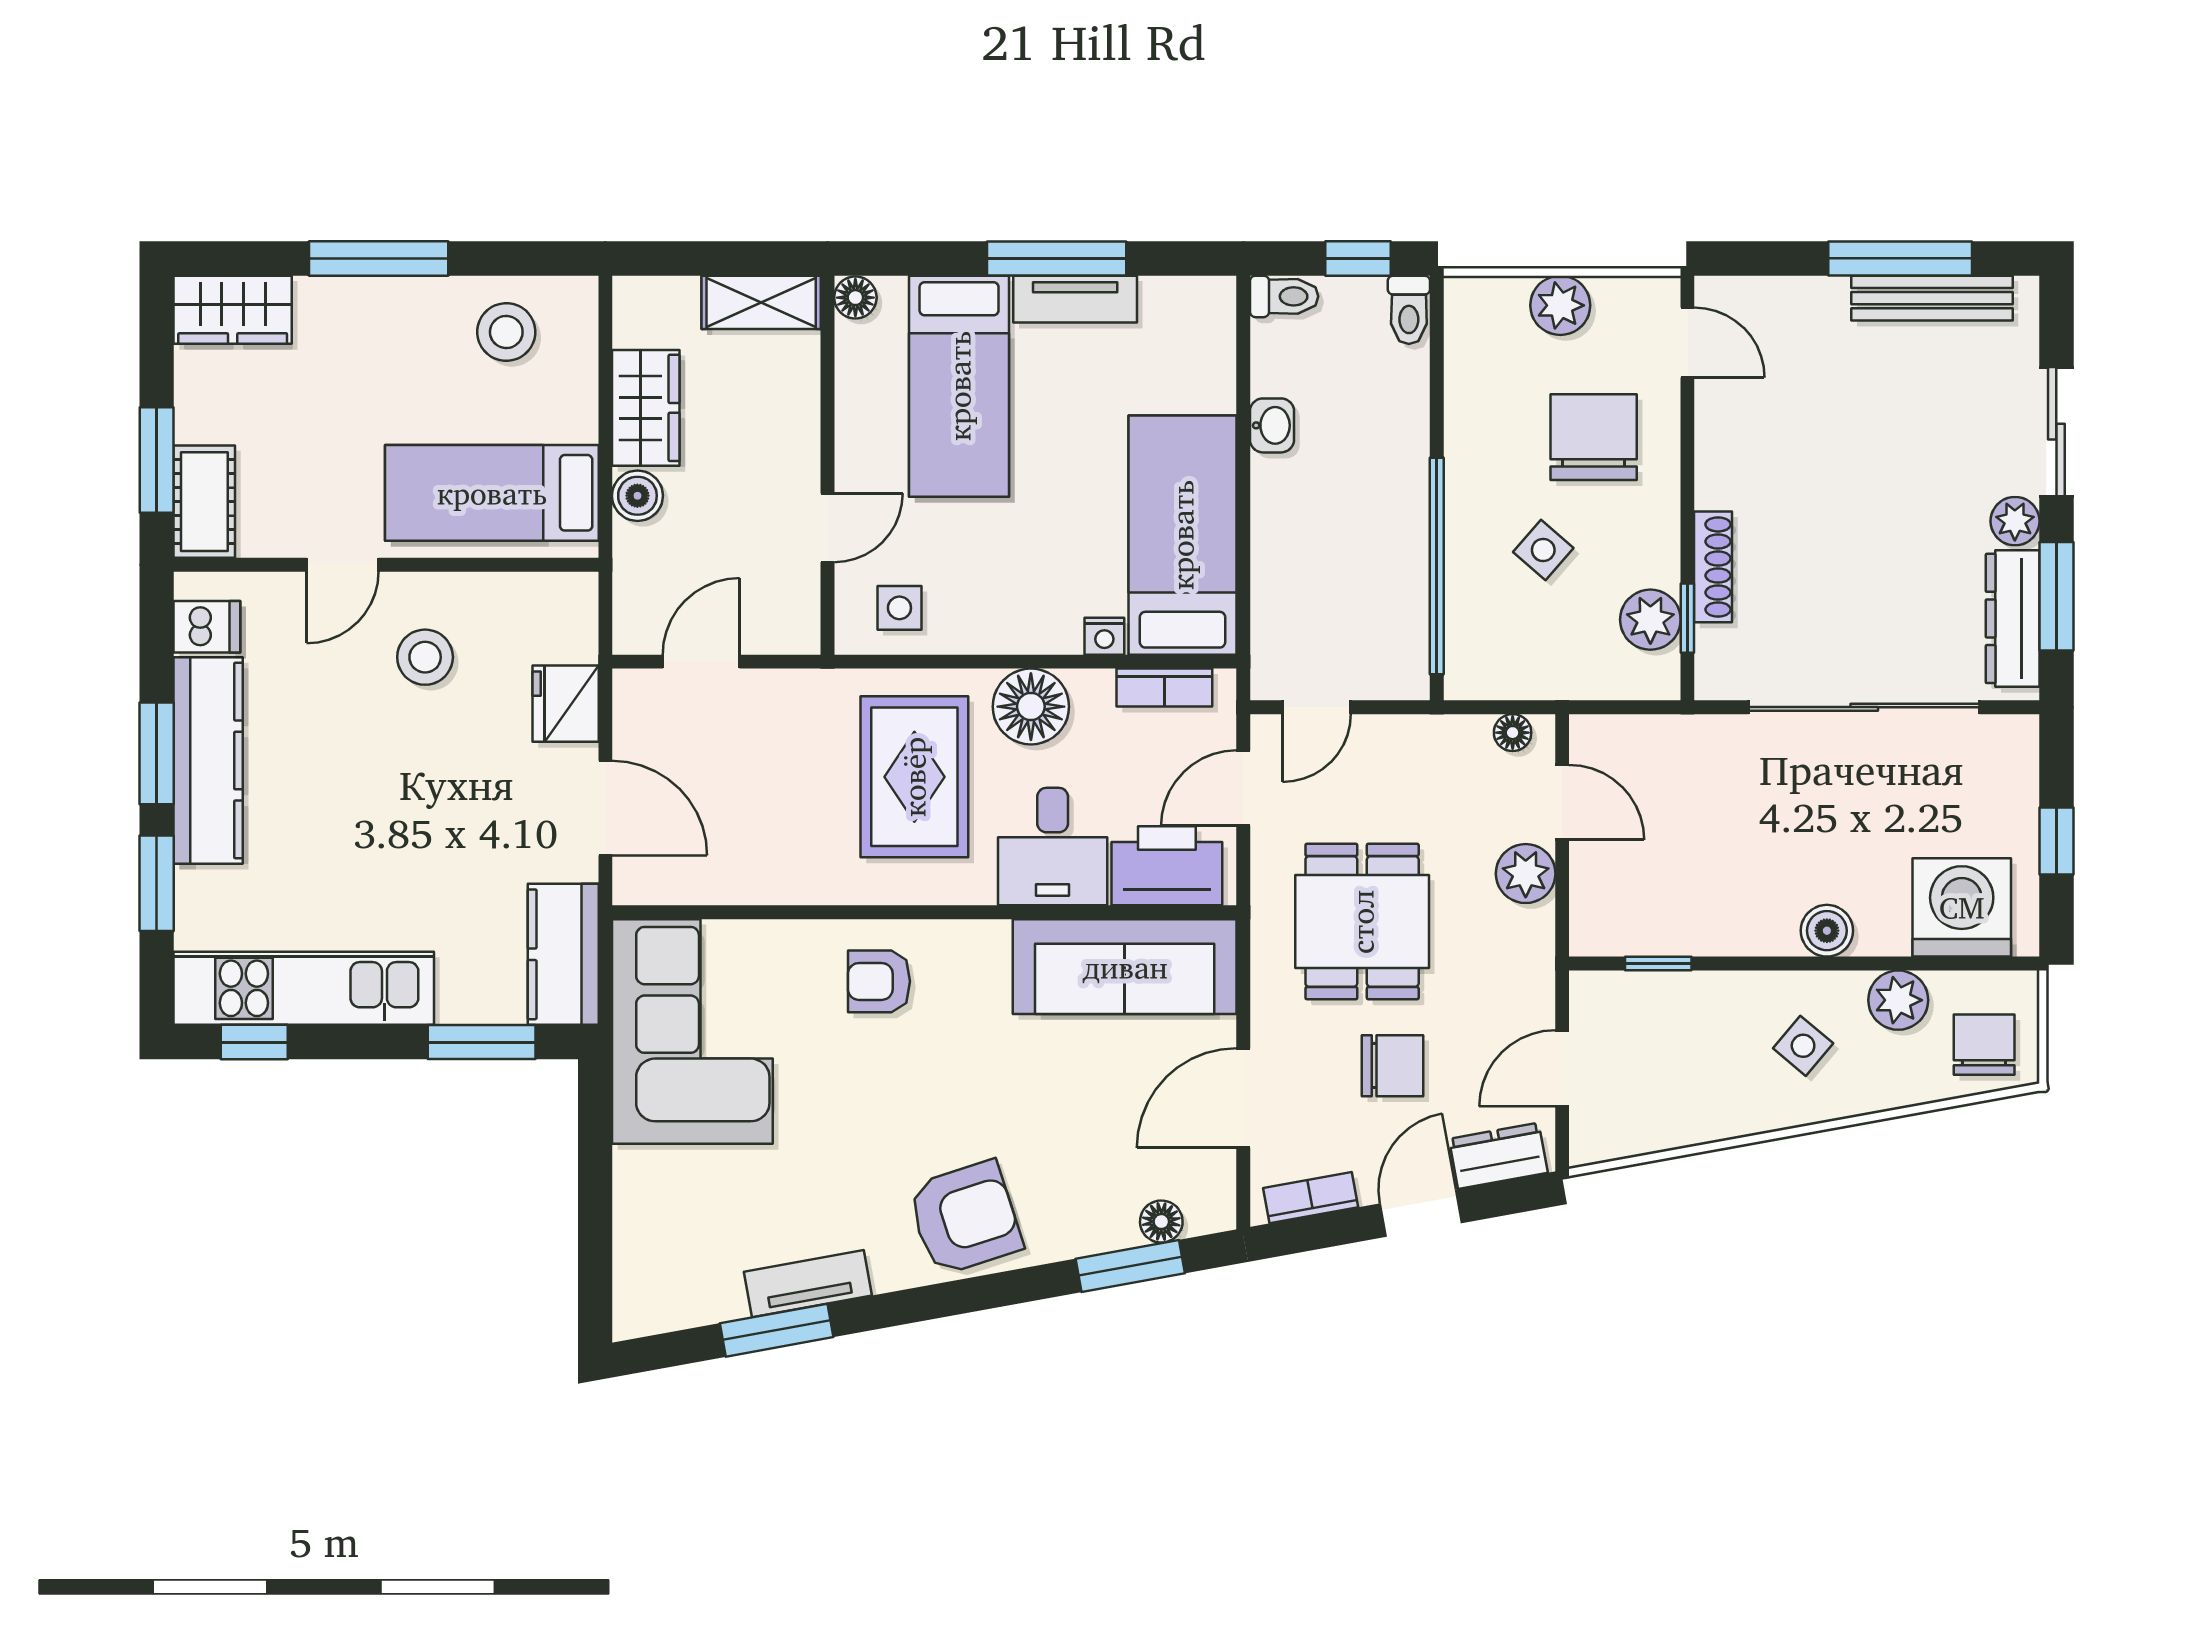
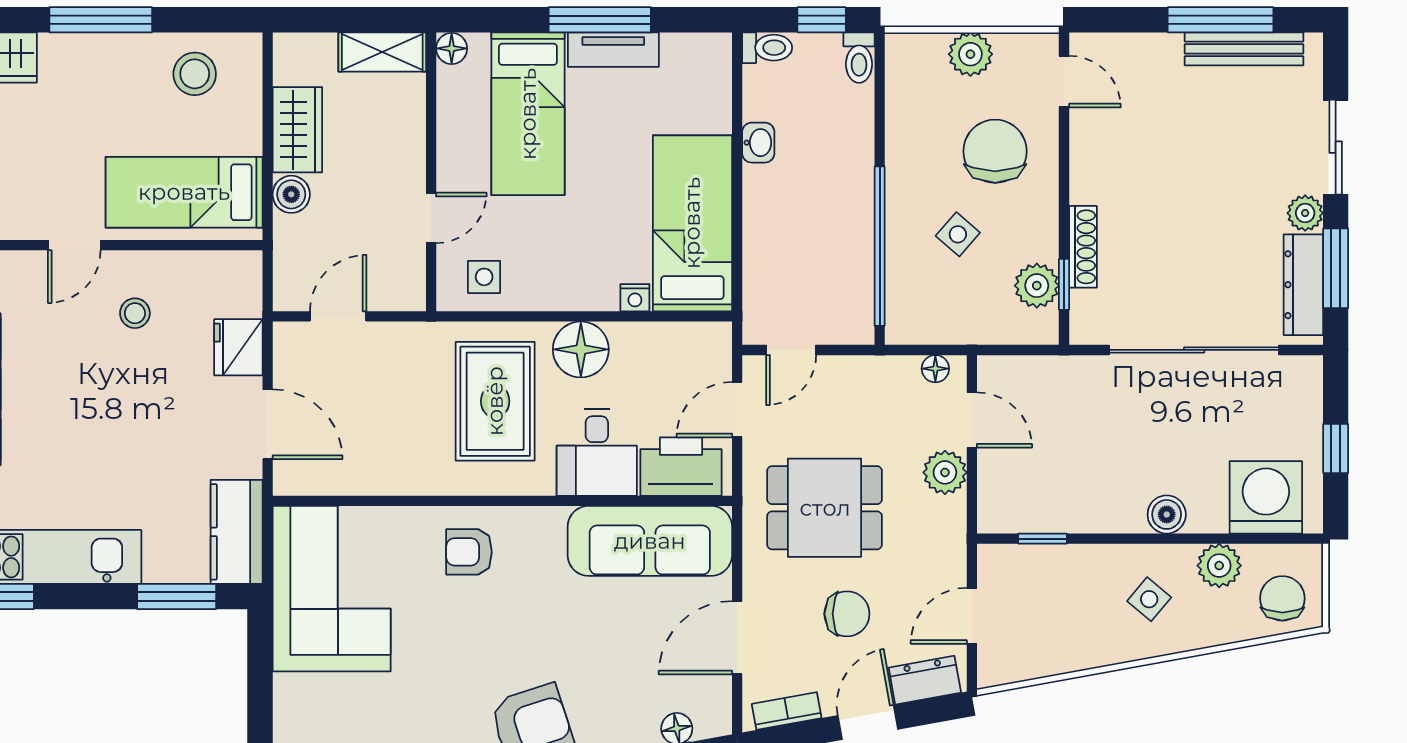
stool: (425, 657) -> (135, 313), width x0.73, depth x0.73
bookcase: (1164, 688) -> (679, 336), removed
dining table: (1362, 922) -> (825, 508), turned 90

